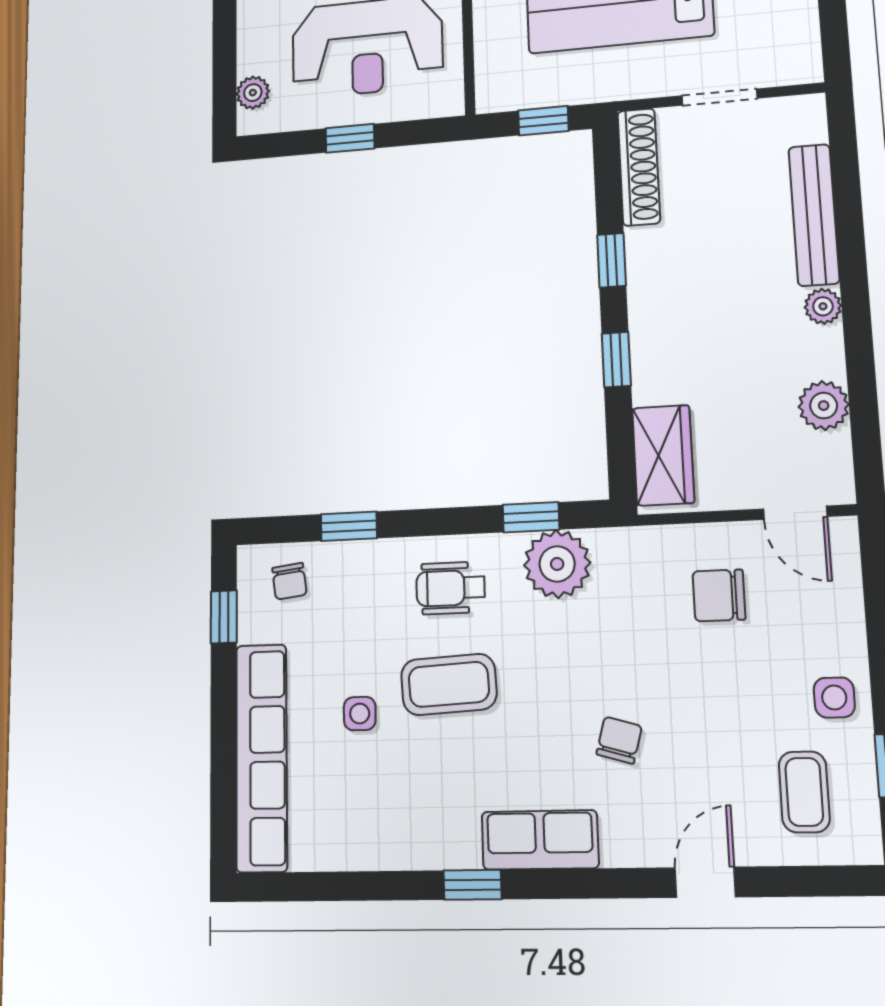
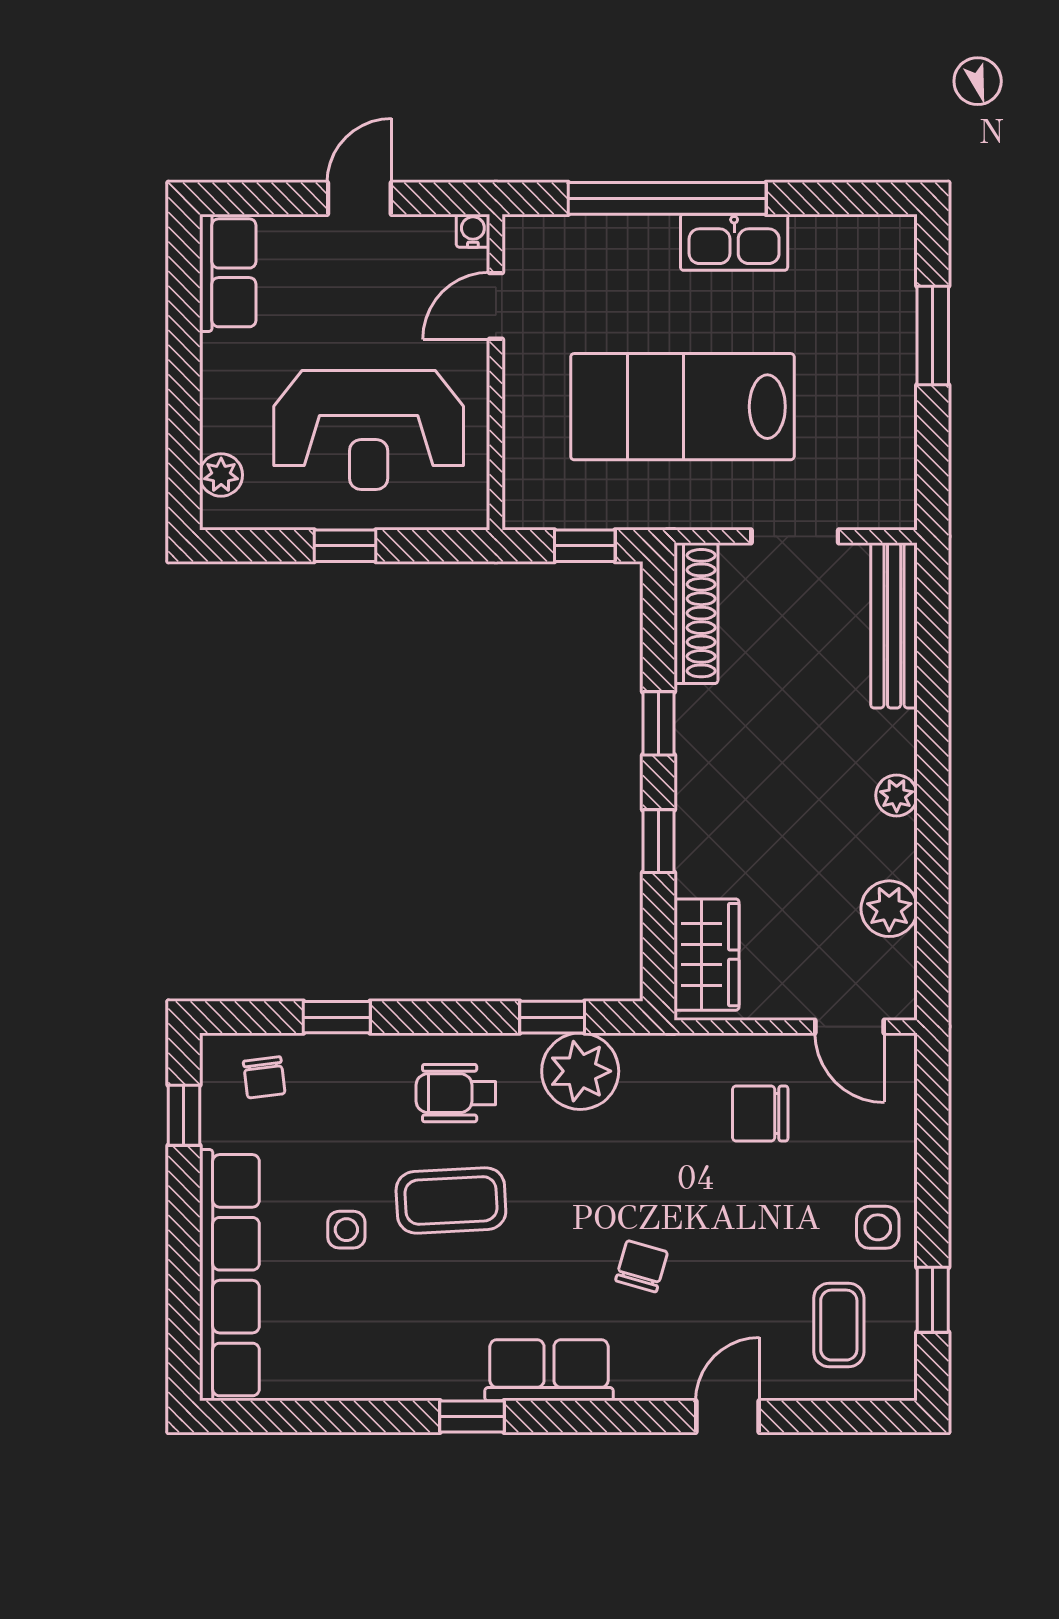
bench: (814, 215) -> (894, 625), moved

